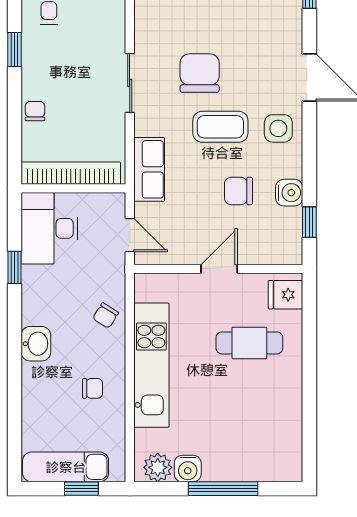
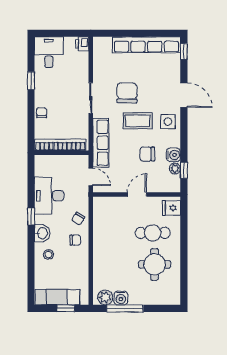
row of seats: (149, 169) -> (101, 143), width x1.48
plant: (292, 219) -> (175, 169), added
desk: (49, 228) -> (49, 196), moved
window: (14, 267) -> (31, 217), moved
kitchen unit: (151, 365) -> (102, 244), removed
stool: (48, 385) -> (48, 255), added
chair: (92, 388) -> (75, 240), moved
round table: (253, 404) -> (155, 264), added
window: (223, 489) -> (125, 308), moved

